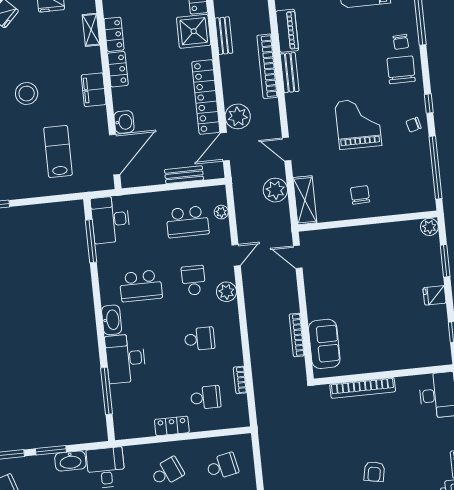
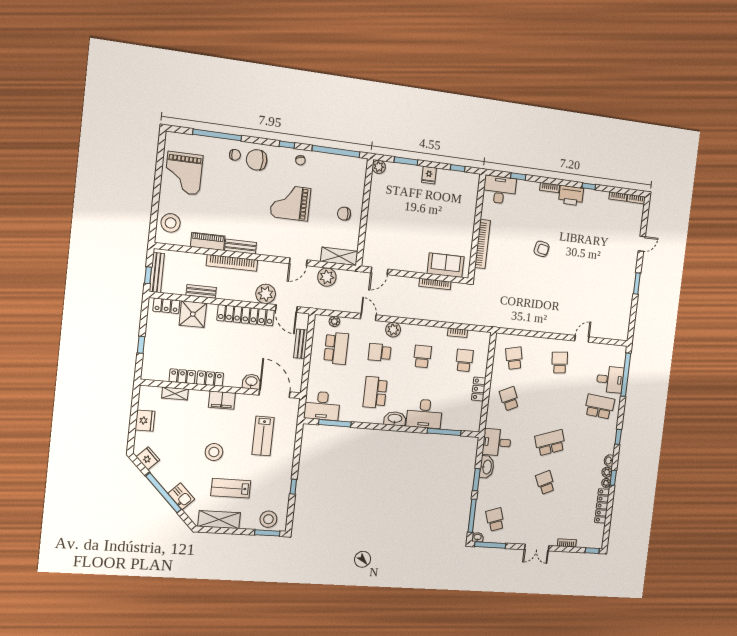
lab bench: (58, 151) -> (263, 436), turned -90
school desk: (141, 286) -> (375, 392), turned 180

